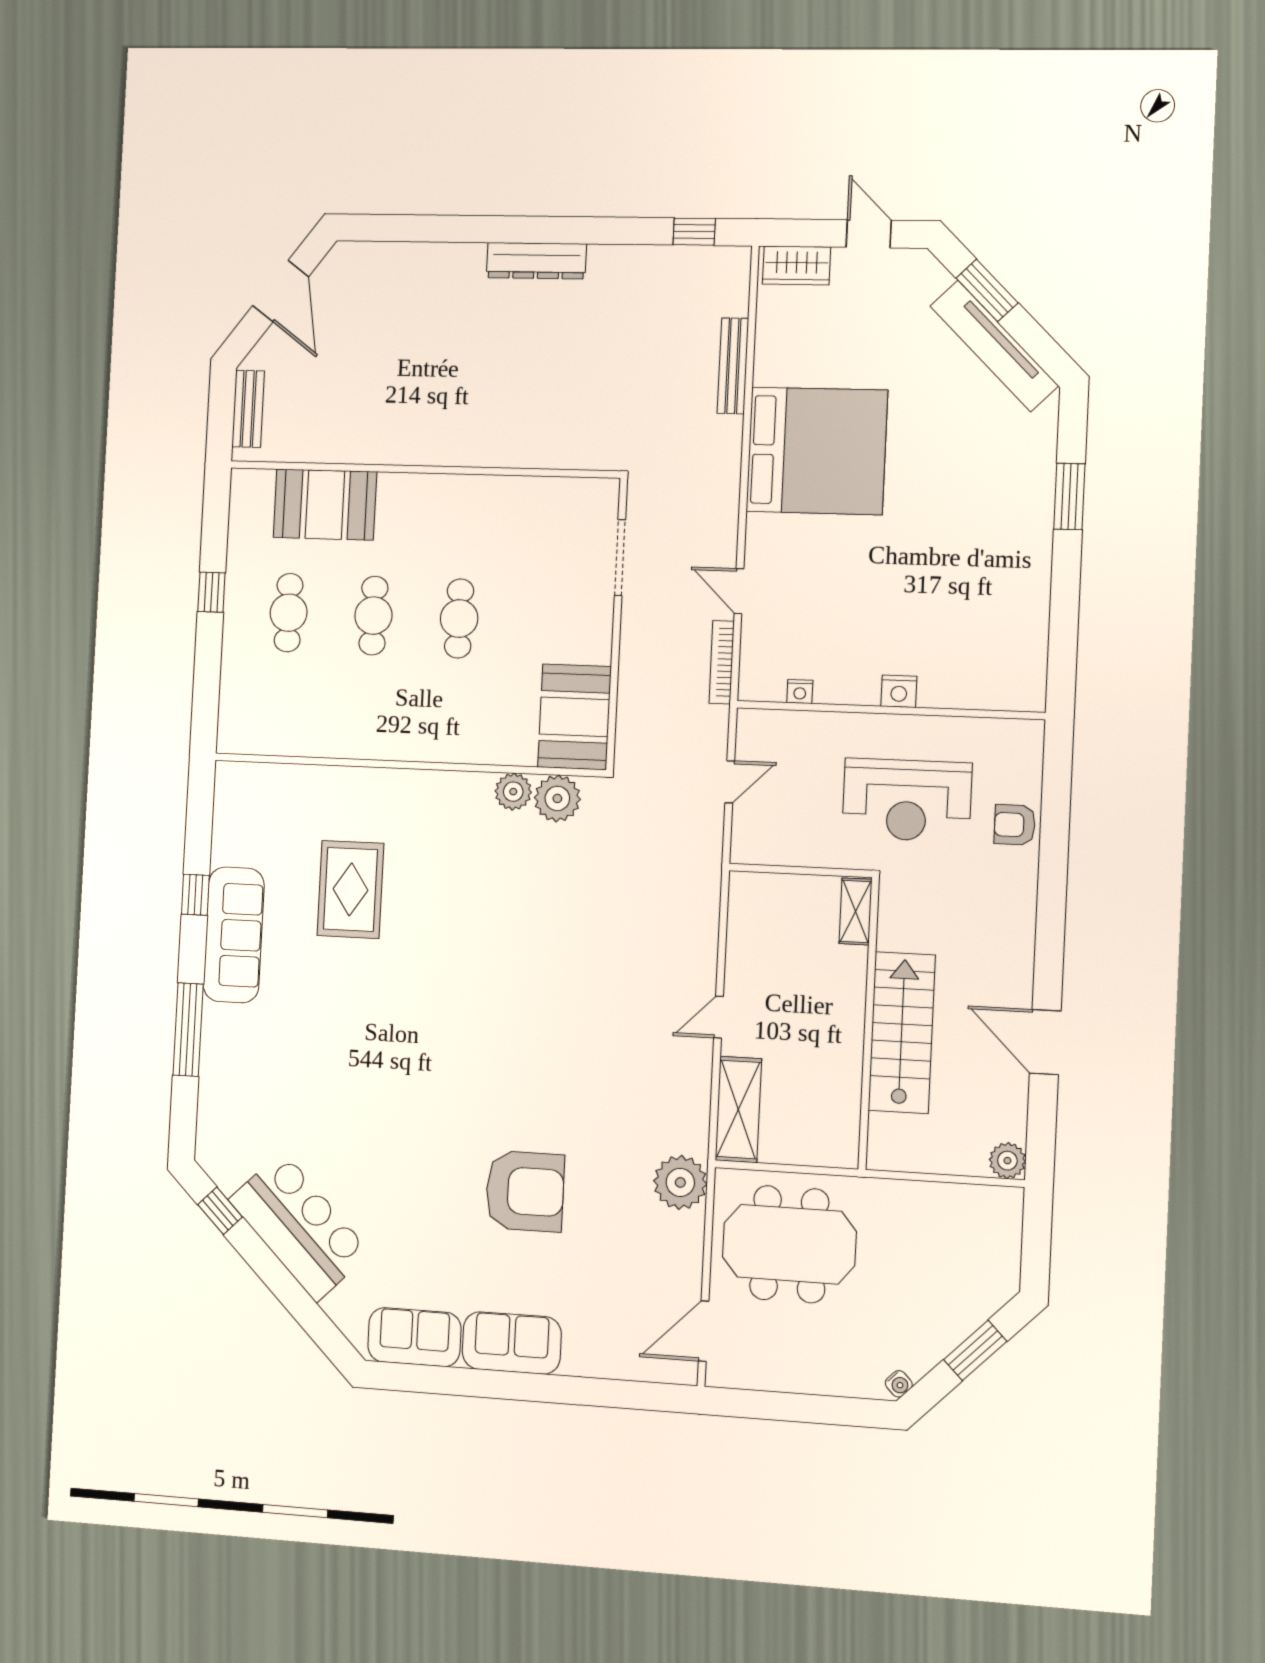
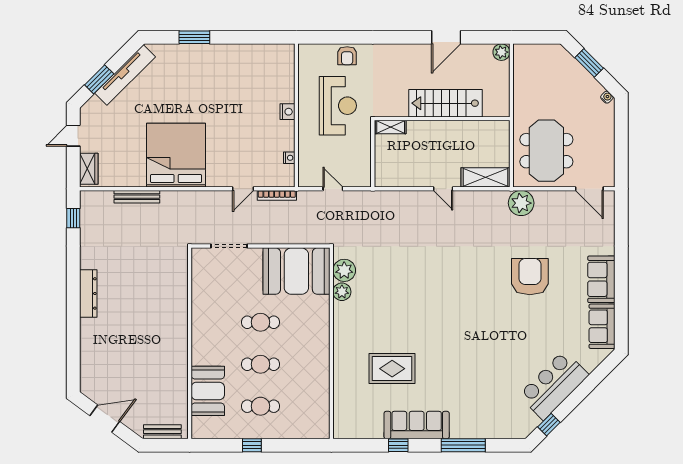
booth: (574, 717) -> (296, 271), width x1.36, depth x1.42

